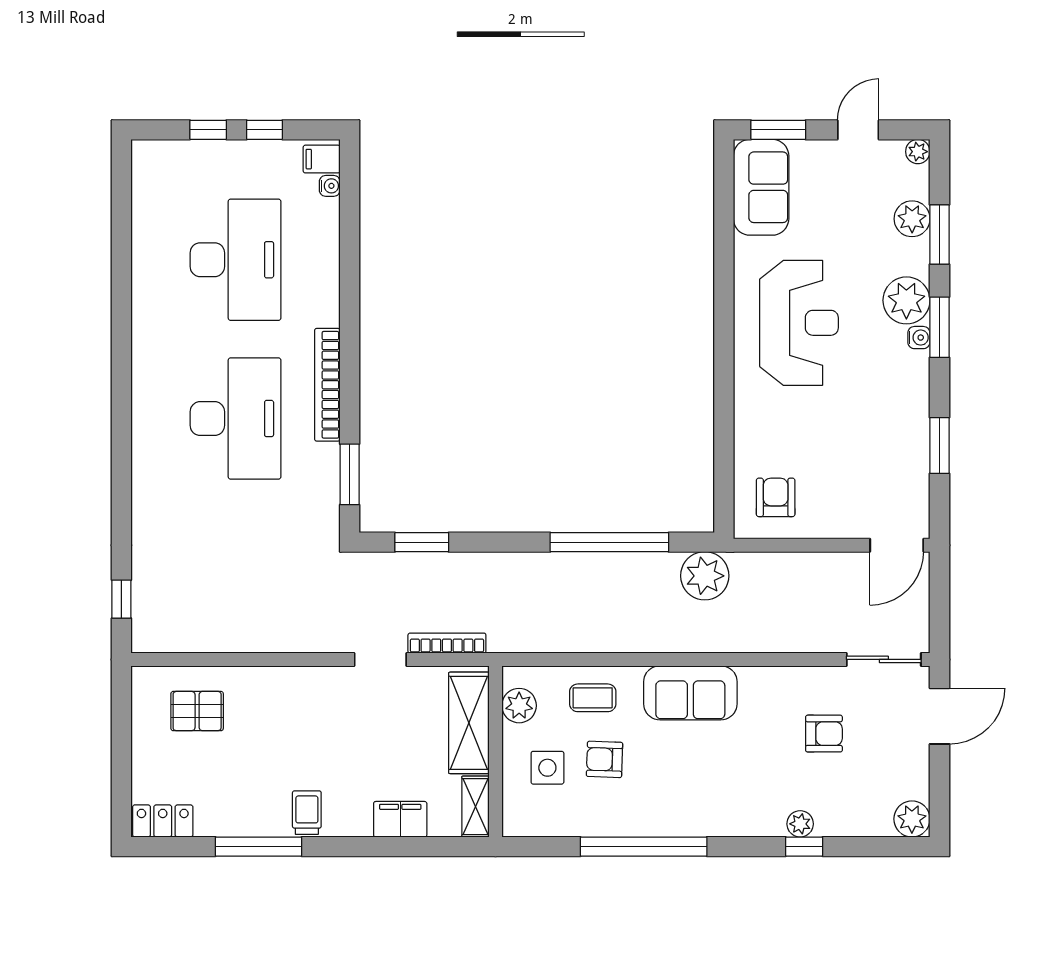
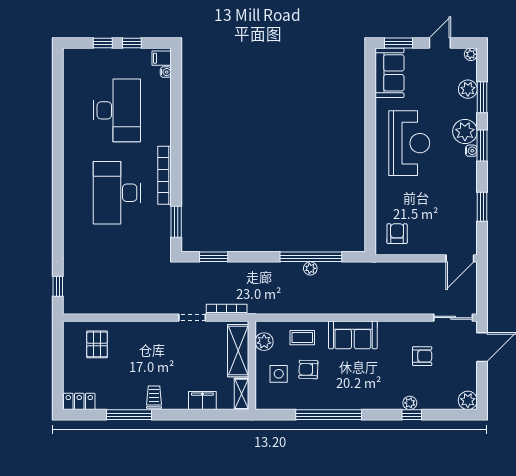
desk: (235, 419) -> (117, 193), turned 180
plant: (705, 576) -> (310, 268), moved, width x0.53, depth x0.53
pallet: (197, 711) -> (97, 344), turned 90

